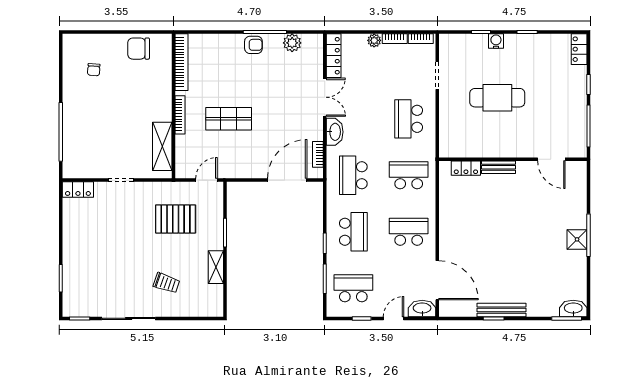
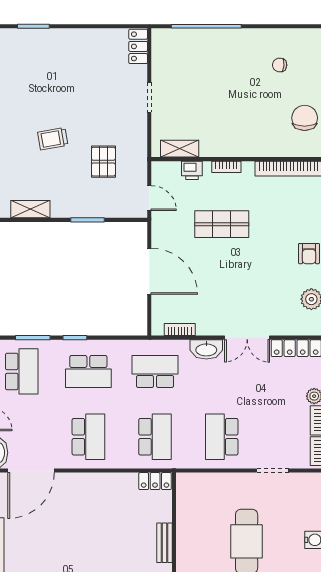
bookcase: (180, 115) -> (226, 167), width x0.64
shop shelf: (229, 119) -> (222, 224), turned 90
school desk: (409, 119) -> (222, 437), turned -90
printer: (183, 144) -> (192, 170), added
shelving: (162, 146) -> (180, 149), width x0.67, depth x0.75
locker: (466, 168) -> (155, 481), moved, turned -90
door: (287, 180) -> (149, 271), moved
pallet: (176, 219) -> (103, 162), width x0.67, depth x0.71
shelving: (216, 267) -> (30, 209), moved
trolley: (166, 283) -> (53, 139), moved, turned 61

